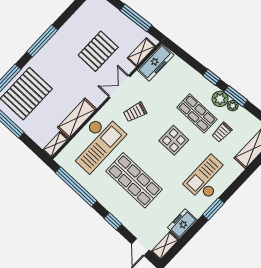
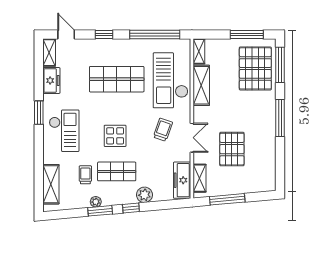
plant: (220, 99) -> (144, 195), moved

